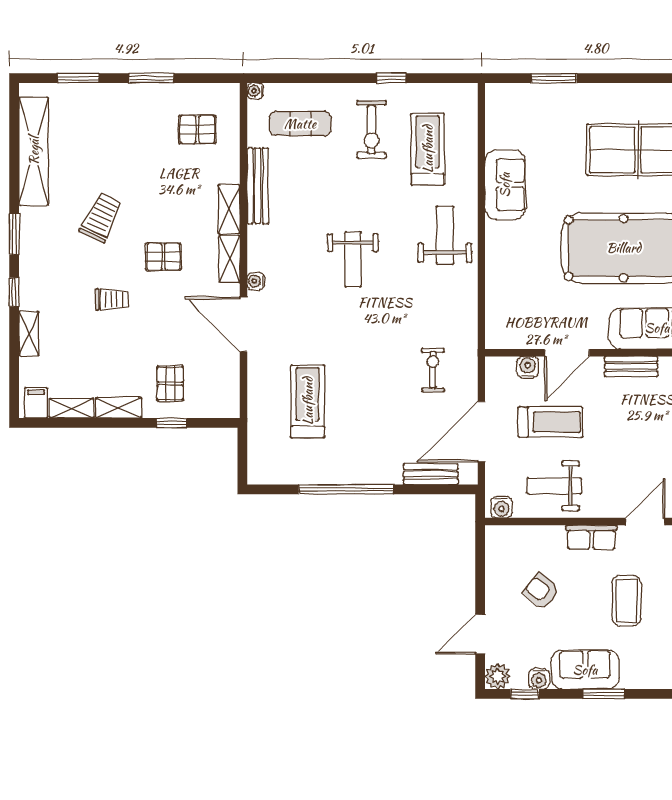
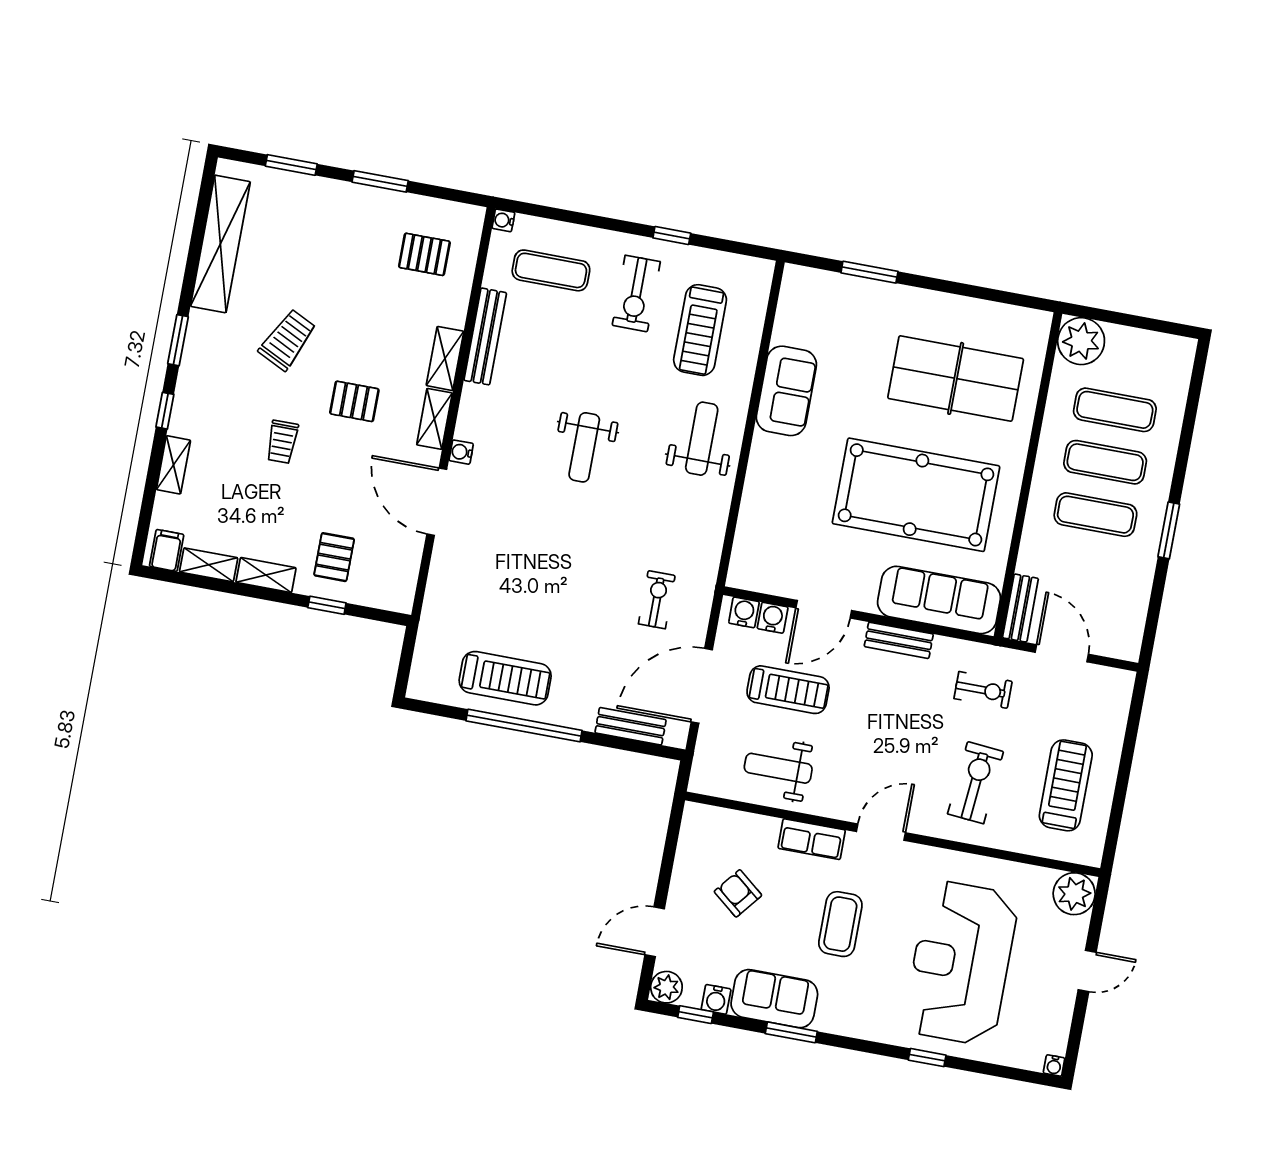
treadmill: (428, 149) -> (700, 330), turned 180
trolley: (112, 299) -> (282, 442), turned 90
treadmill: (308, 401) -> (505, 678), moved, turned 90
water cooler: (501, 507) -> (744, 612), moved, turned 180

